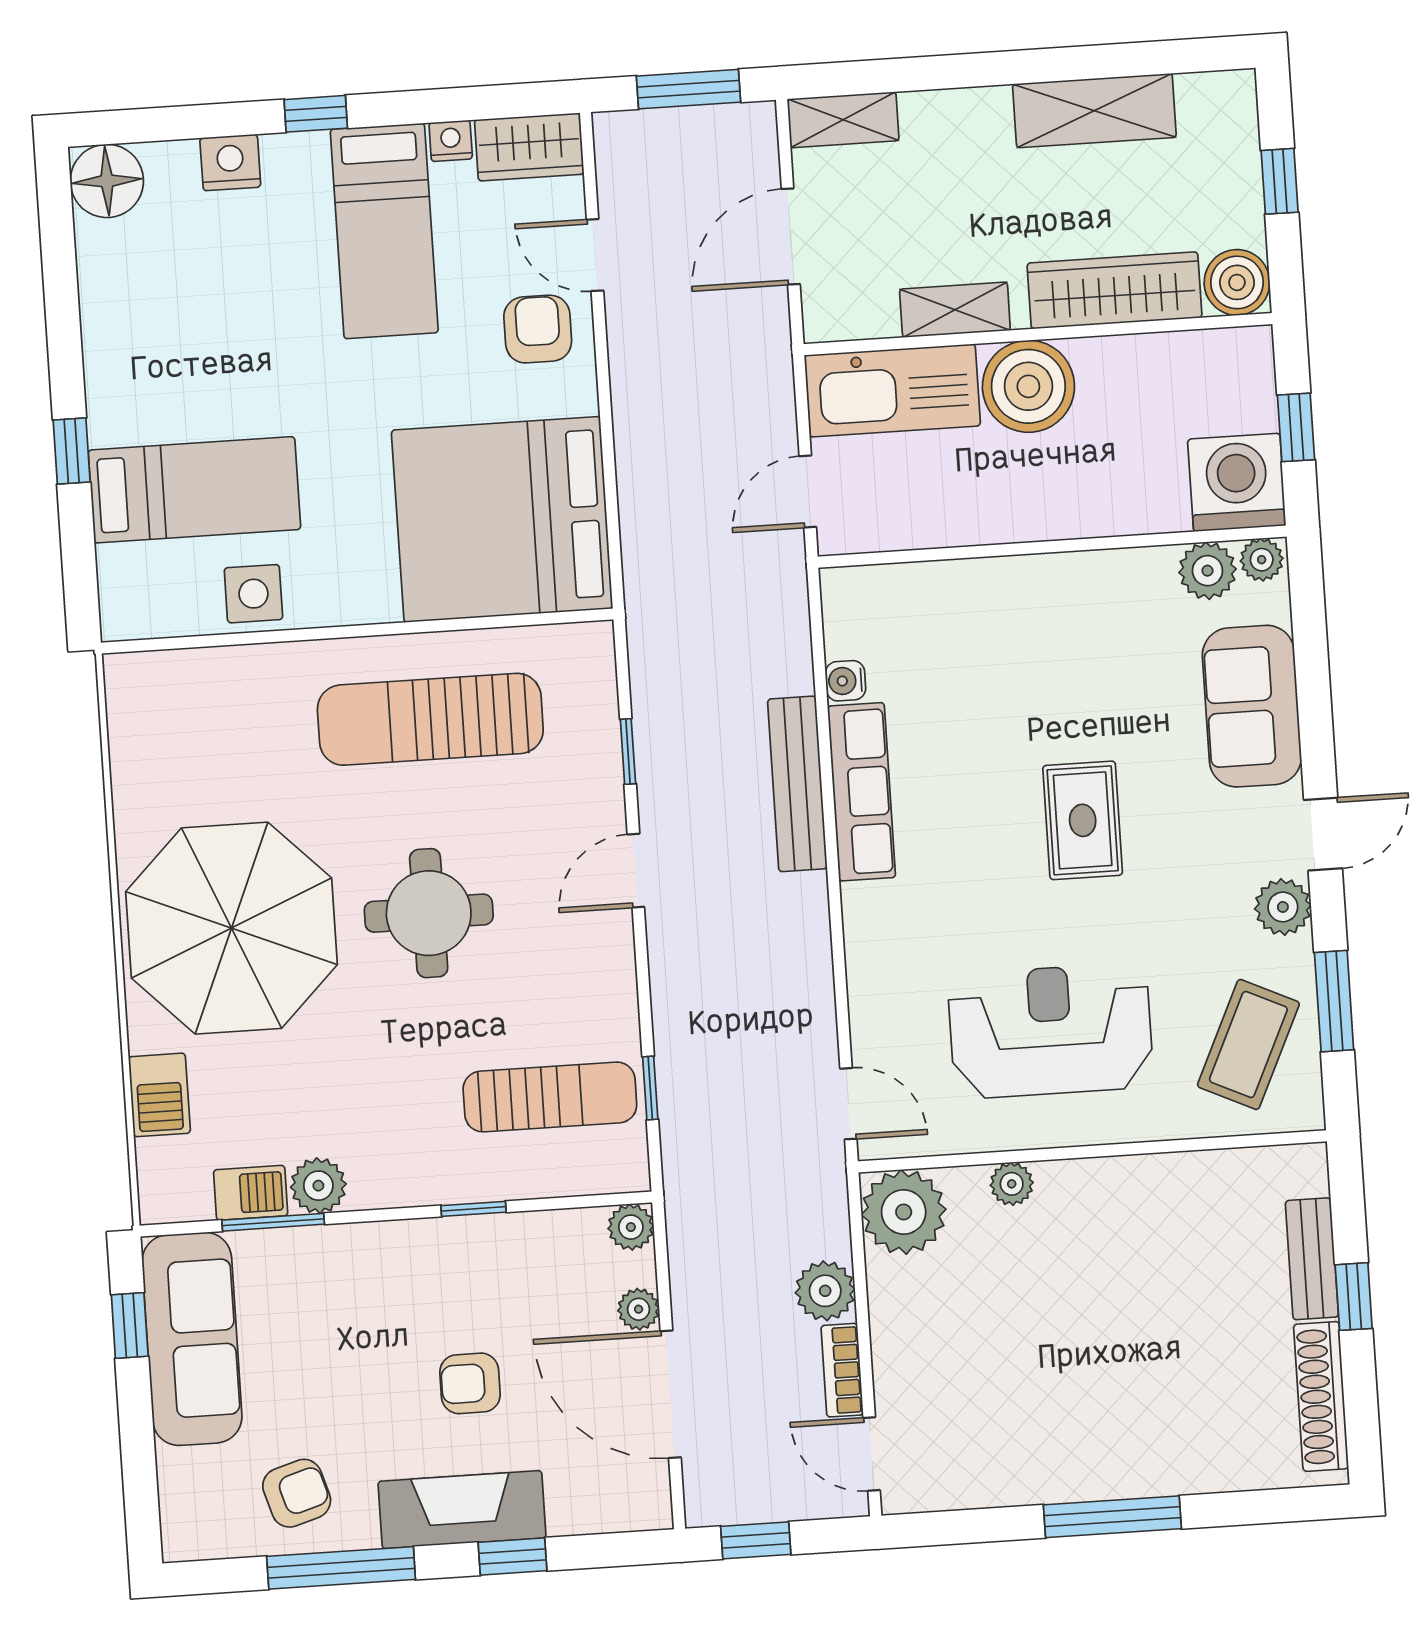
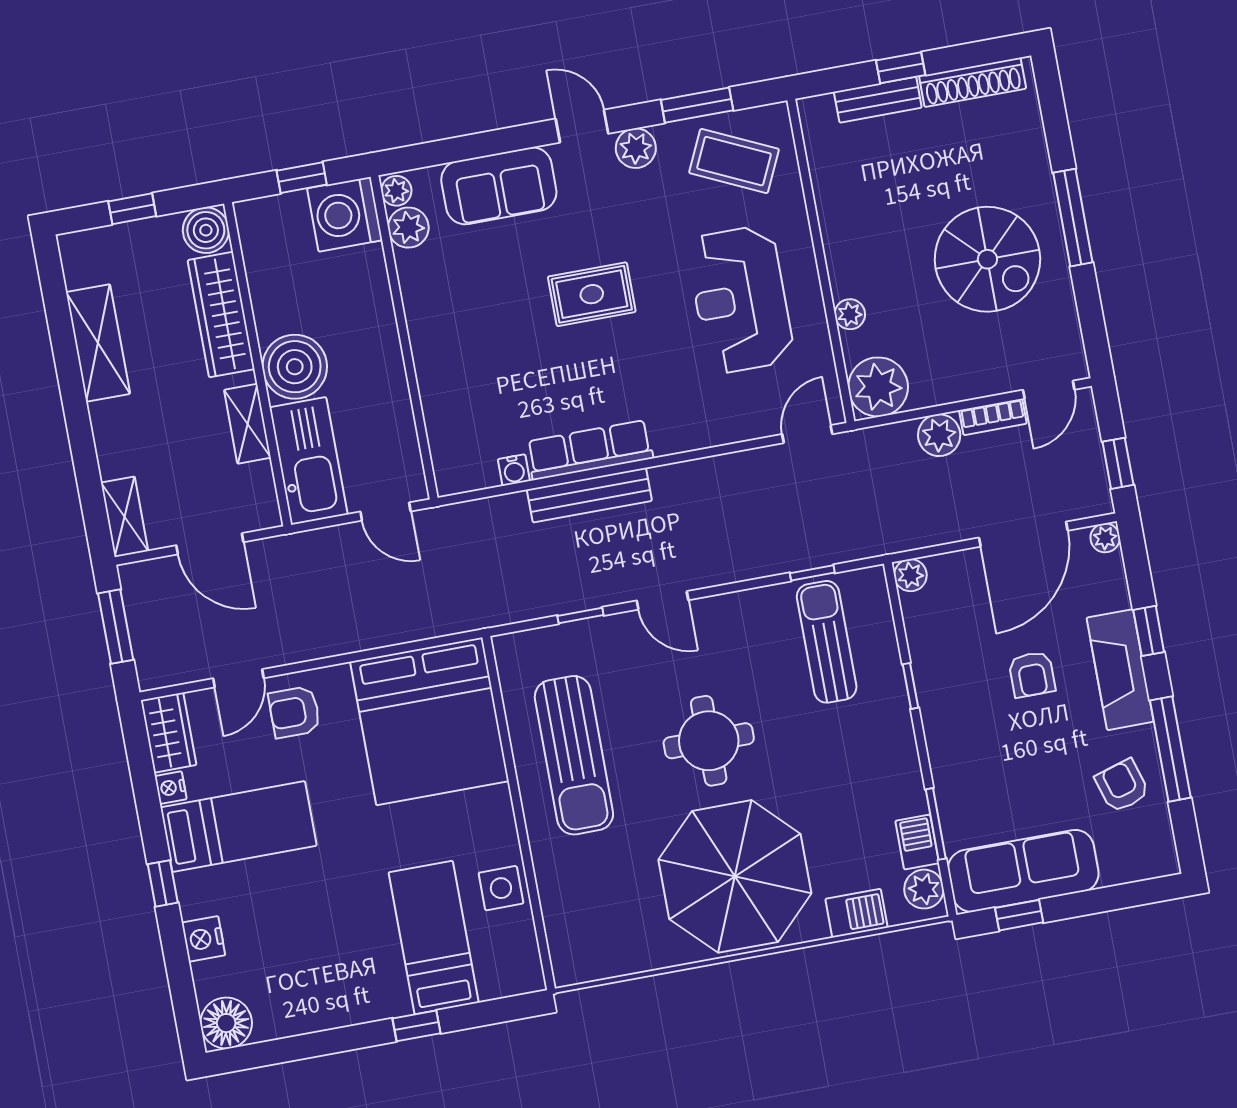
plant: (318, 1186) -> (924, 889), moved
plant: (639, 1309) -> (1105, 538), moved
spiral stairs: (1067, 1388) -> (987, 259), added

